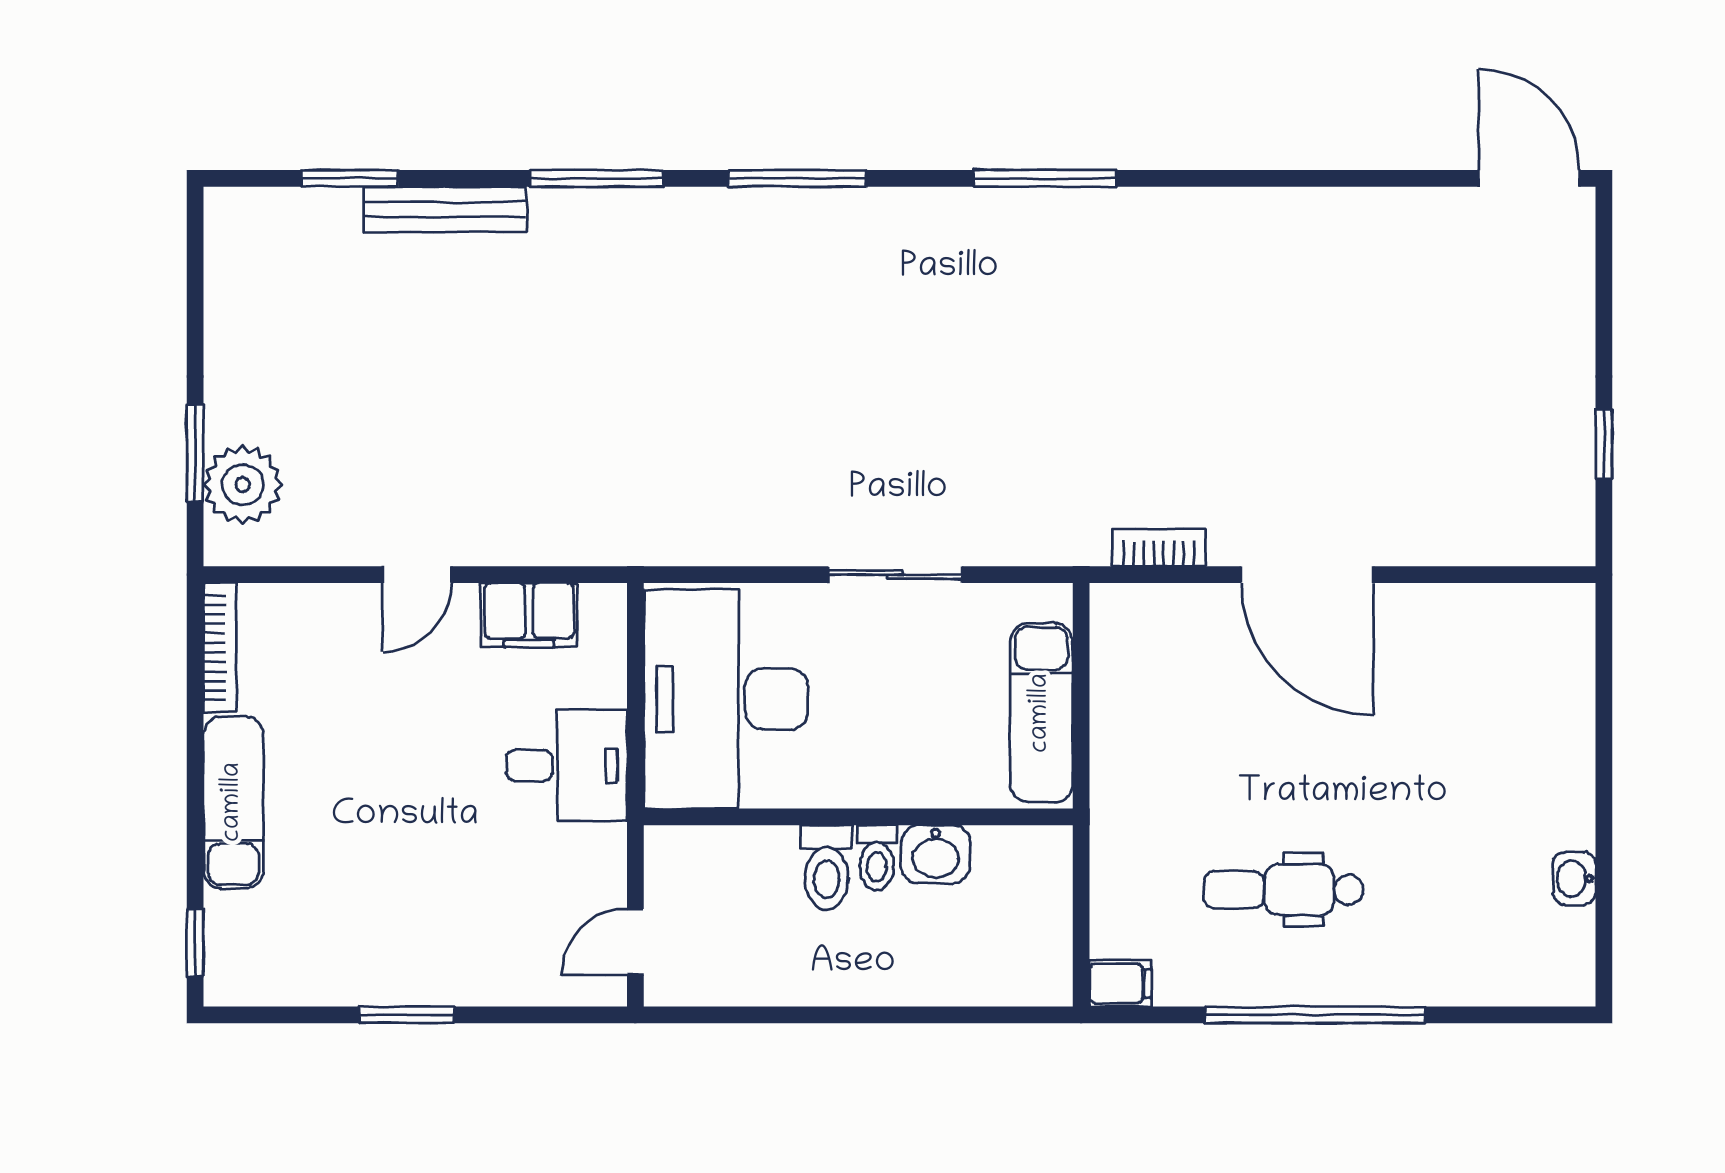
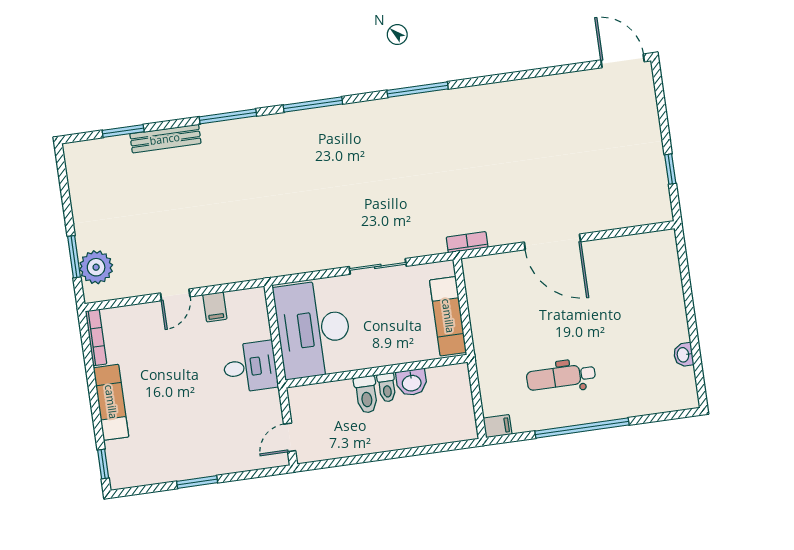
bookcase: (1159, 548) -> (467, 242), moved
filing cabinet: (529, 615) -> (215, 307), width x0.50

